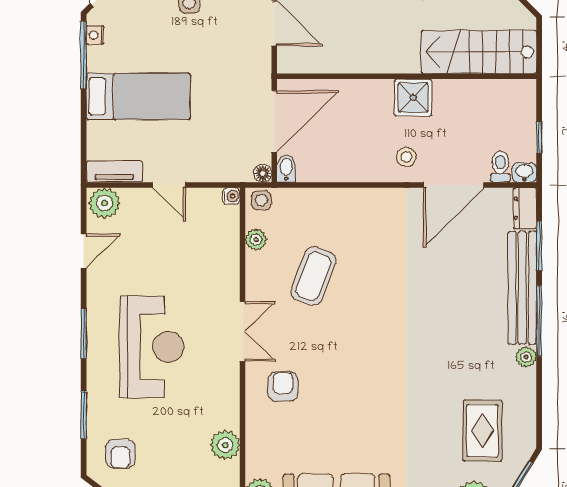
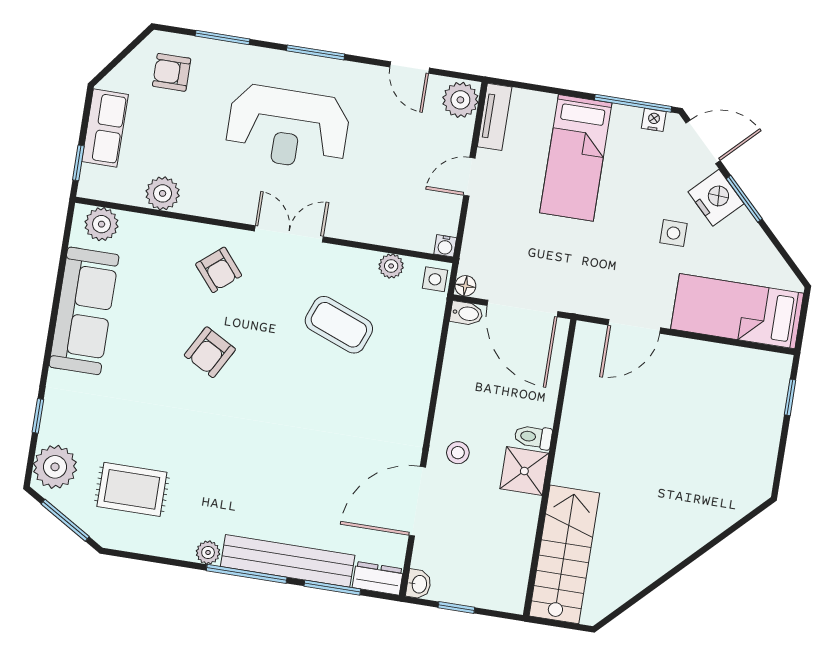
toilet: (500, 167) -> (533, 437), moved, turned 180
door: (454, 185) -> (417, 501), hinge flipped
double door: (243, 332) -> (289, 234), swing flipped
armchair: (355, 383) -> (210, 352), added
armchair: (283, 387) -> (219, 270), turned 50

